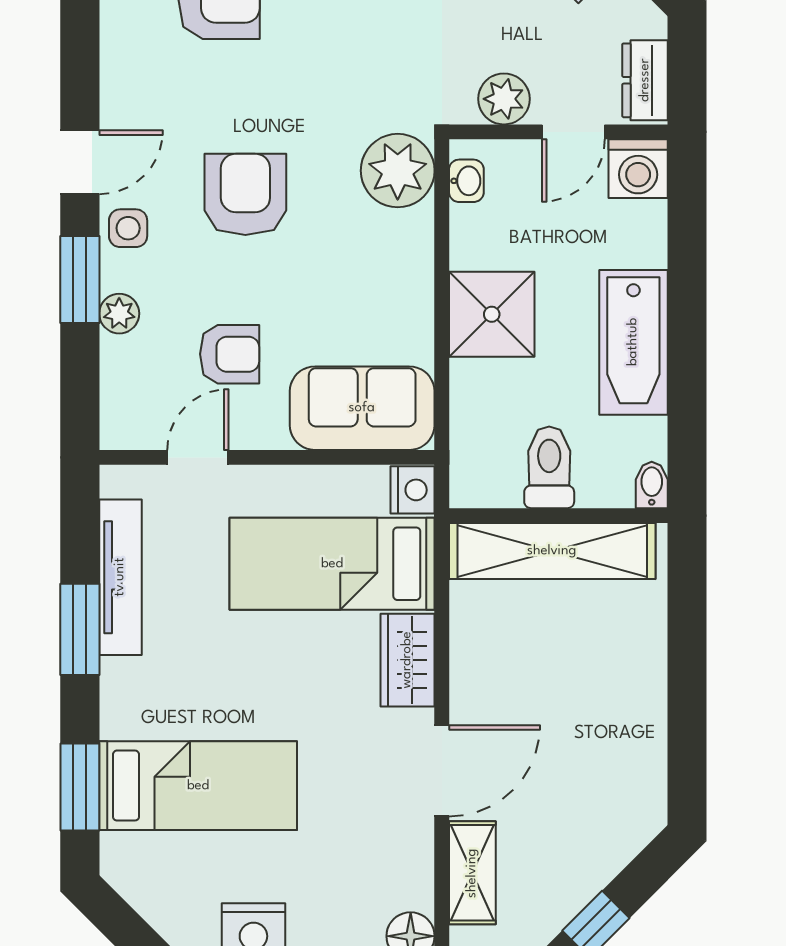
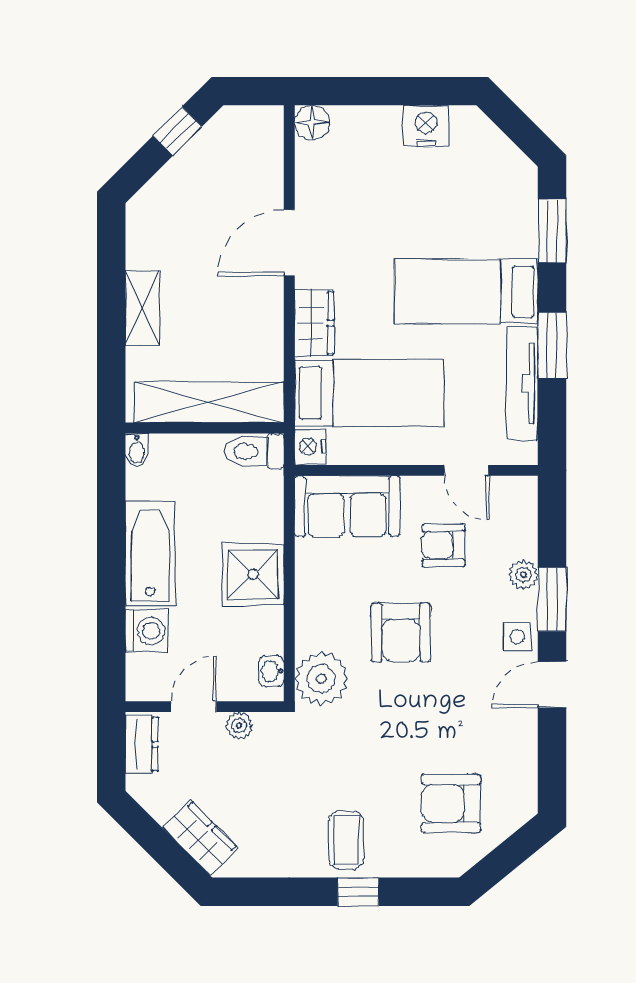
plant: (504, 99) -> (239, 725), width x0.73, depth x0.73
washing machine: (638, 169) -> (147, 631), moved, turned 90
armchair: (245, 194) -> (401, 632), moved
door: (198, 457) -> (466, 470), hinge flipped
toilet: (549, 467) -> (254, 451), moved, turned 90
bed: (198, 786) -> (466, 292), moved
shelving: (472, 873) -> (142, 308), moved

